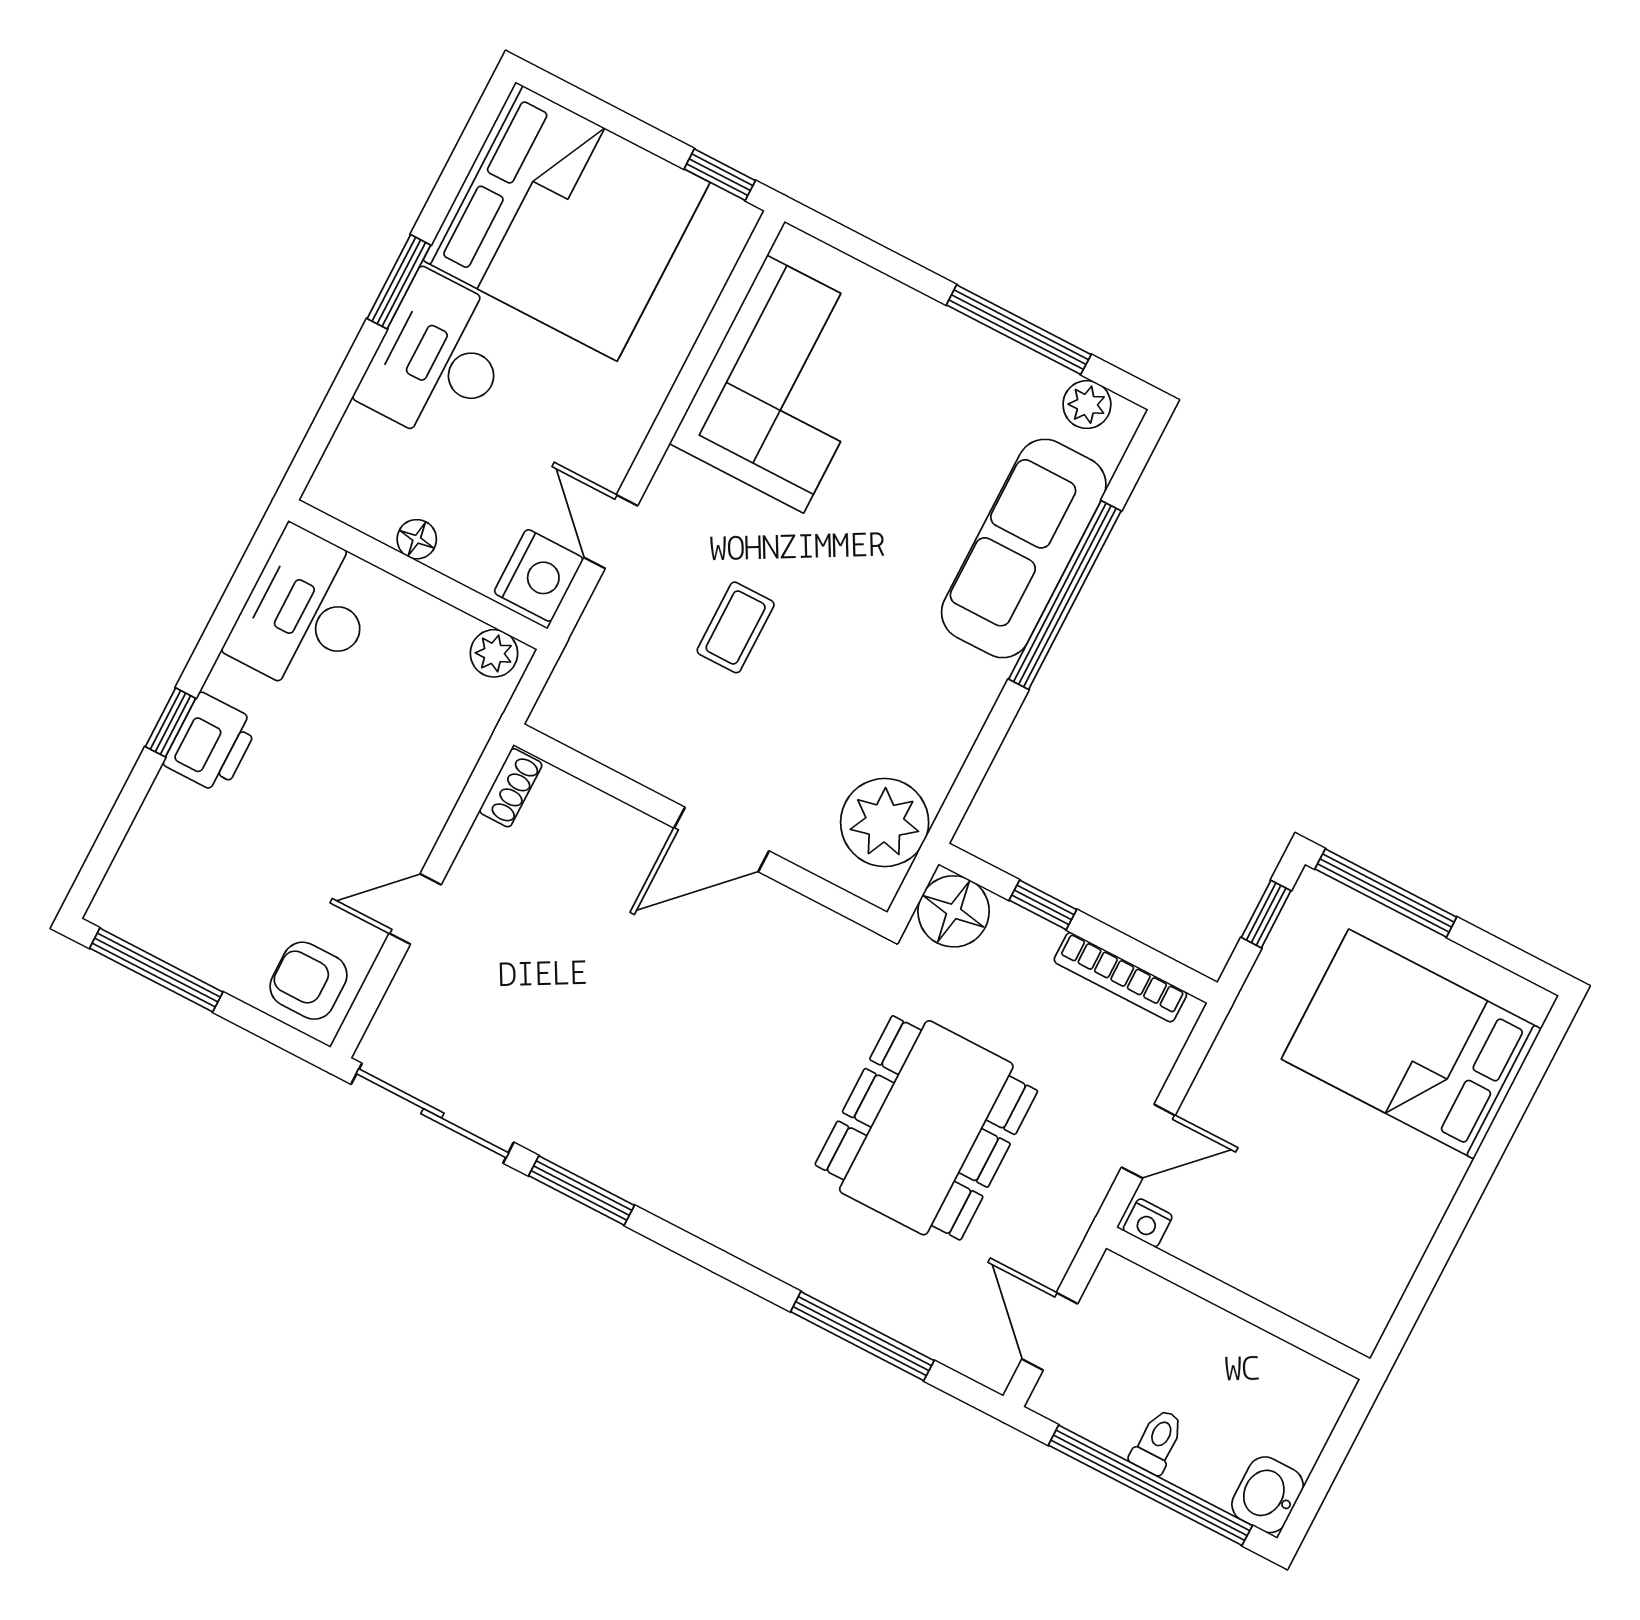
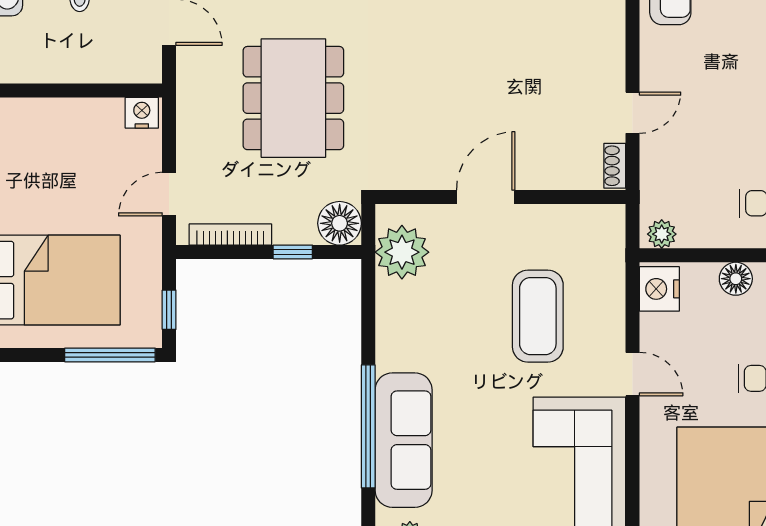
door: (611, 532) -> (633, 374), moved
floor lamp: (417, 539) -> (736, 279), width x1.37, depth x1.37
coffee table: (736, 627) -> (538, 316), width x1.86, depth x1.72
door: (415, 909) -> (633, 113), moved
door: (1148, 1141) -> (169, 194), moved
nightstand: (1148, 1223) -> (142, 113), width x1.39, depth x1.35

